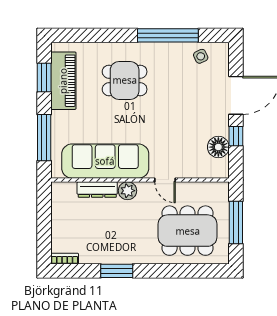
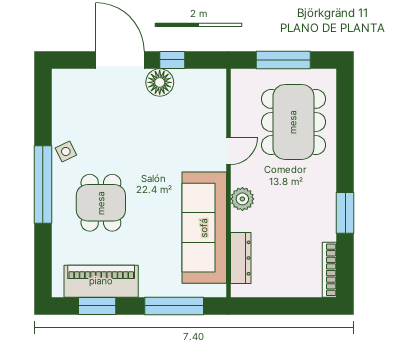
window: (168, 35) -> (43, 185), moved
side table: (201, 56) -> (66, 151), moved
floor lamp: (218, 147) -> (160, 82), moved
dresser: (97, 189) -> (241, 258), moved
bookcase: (65, 259) -> (329, 270), width x1.56

